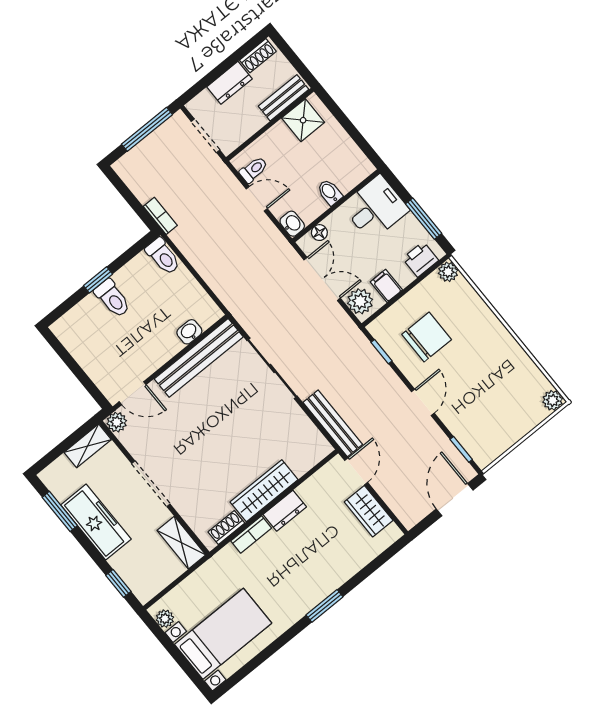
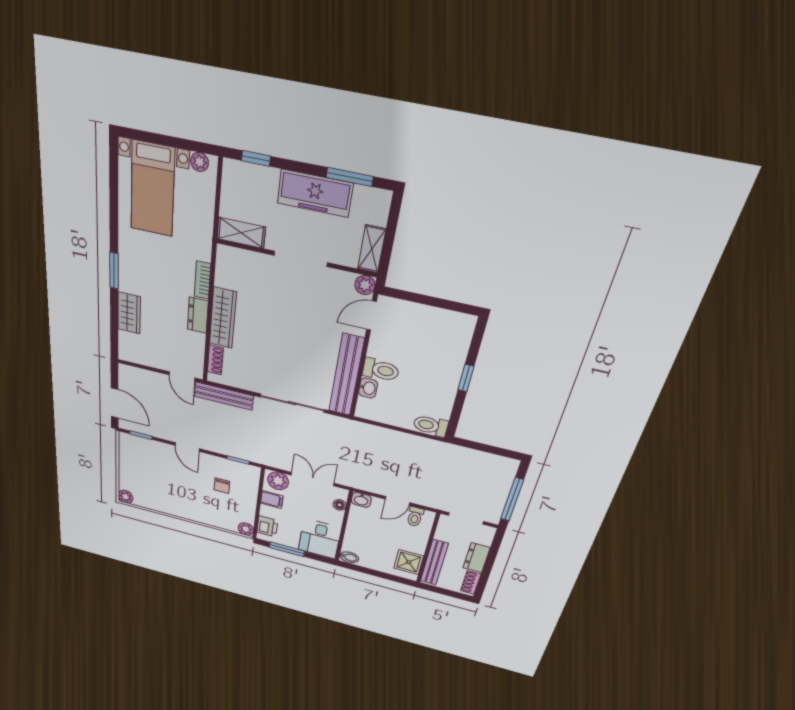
bench: (284, 98) -> (434, 562), width x1.36
bidet: (330, 192) -> (349, 557), moved
bookcase: (160, 216) -> (455, 450), removed
double door: (322, 279) -> (313, 479), swing flipped
toilet: (113, 298) -> (381, 370), moved, turned 180
chair: (427, 337) -> (222, 486), width x0.54, depth x0.54
wardrobe: (369, 511) -> (129, 313), moved, turned 90
shoe rack: (226, 528) -> (215, 360), moved

